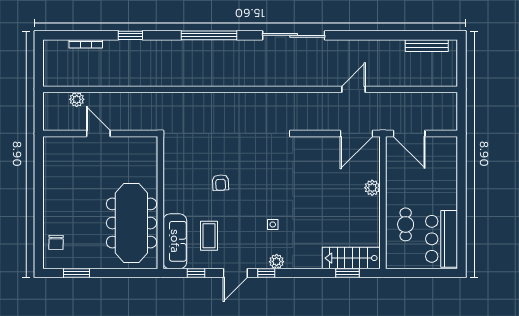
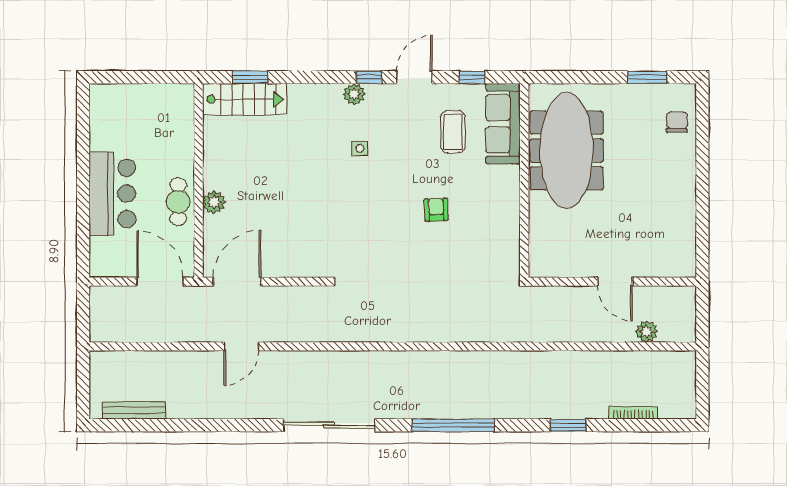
cafe table: (406, 224) -> (178, 202), moved
bar counter: (442, 239) -> (112, 194), moved

